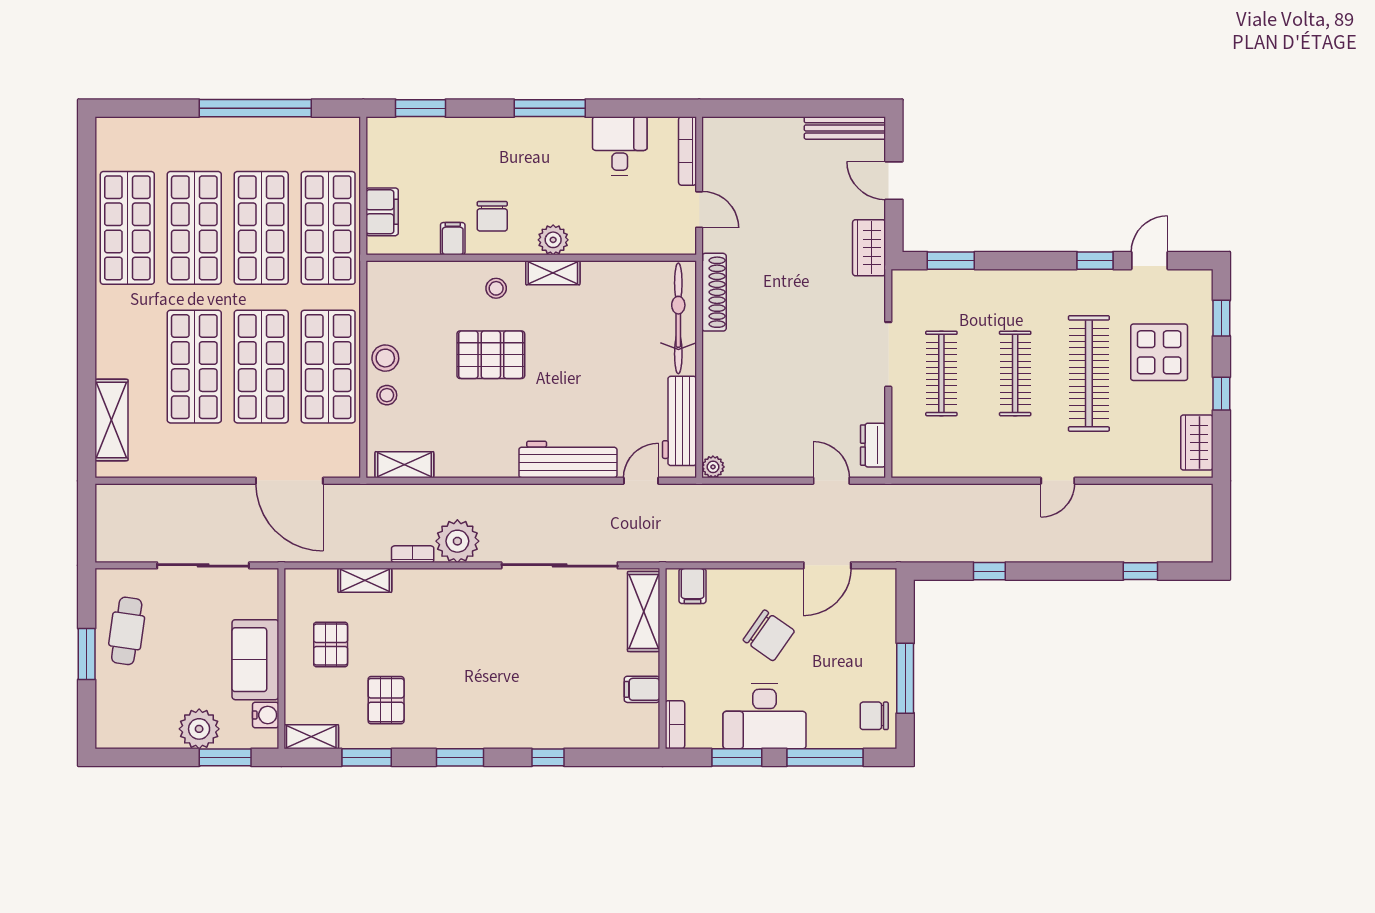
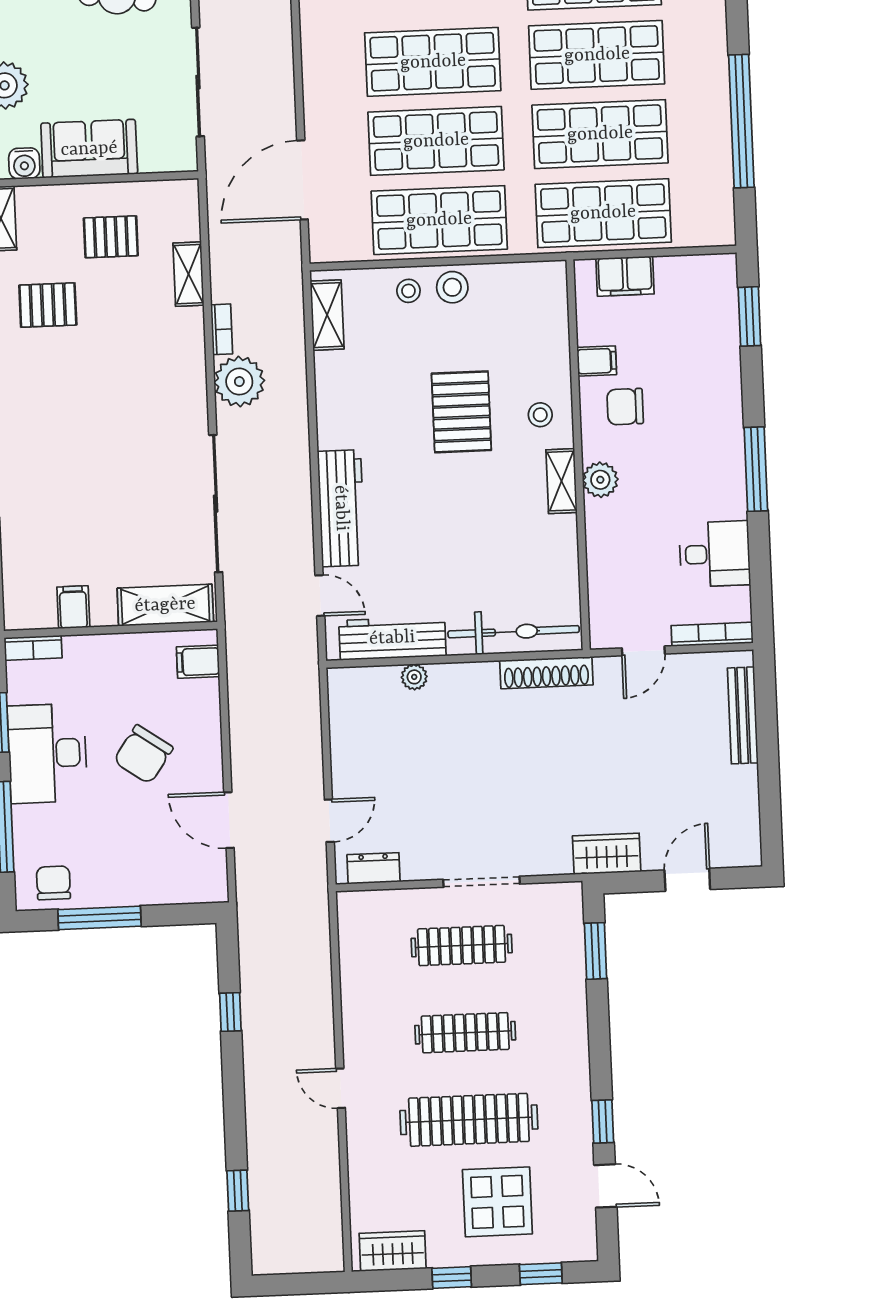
bench: (845, 128) -> (743, 715), moved
plant: (713, 467) -> (414, 677), moved

